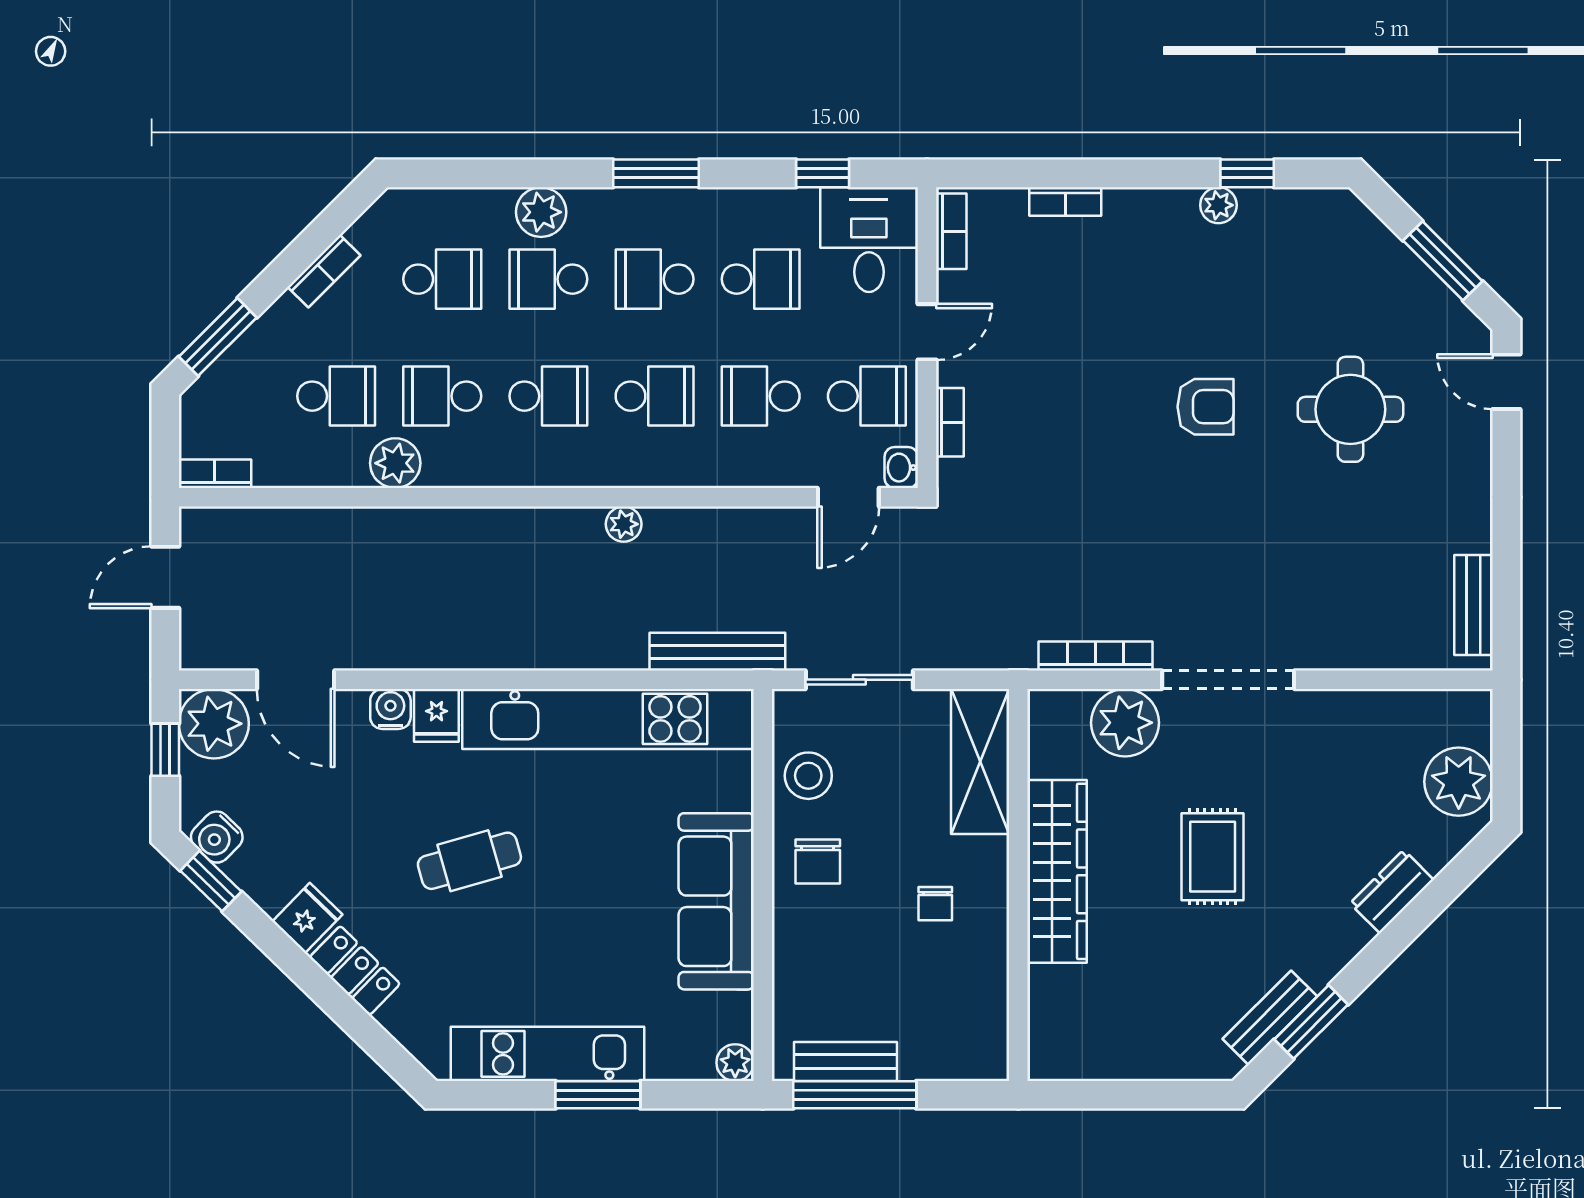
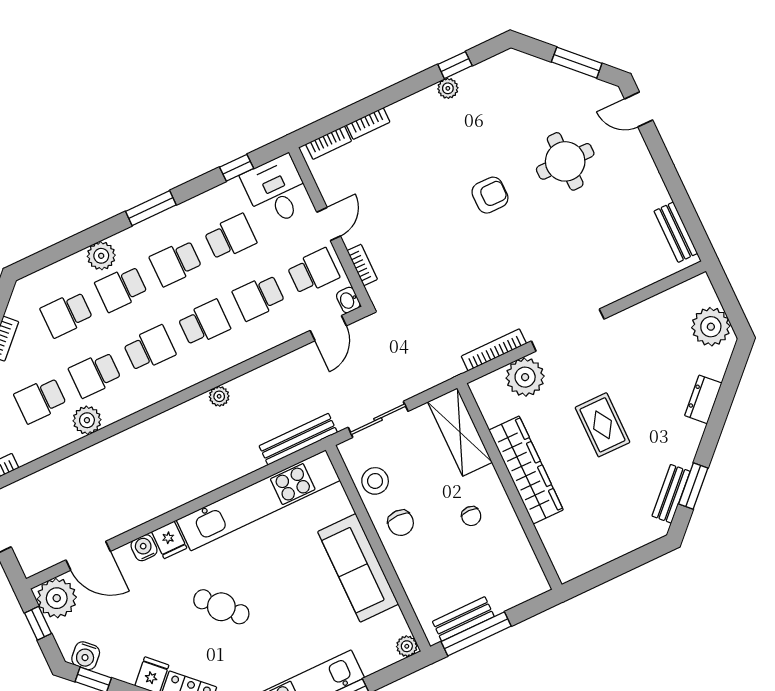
bookcase: (951, 231) -> (329, 143), moved, turned 90
school desk: (442, 279) -> (67, 314), turned 180
school desk: (336, 396) -> (40, 400), turned 180
cafe table: (469, 861) -> (221, 607), turned 63

